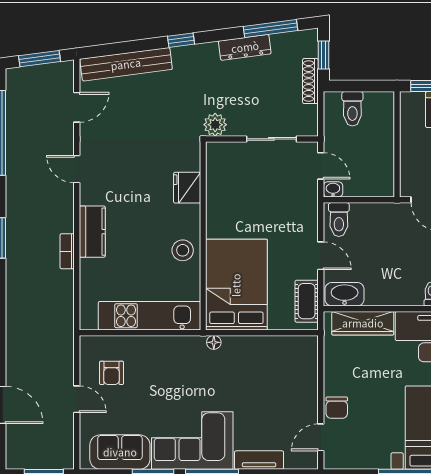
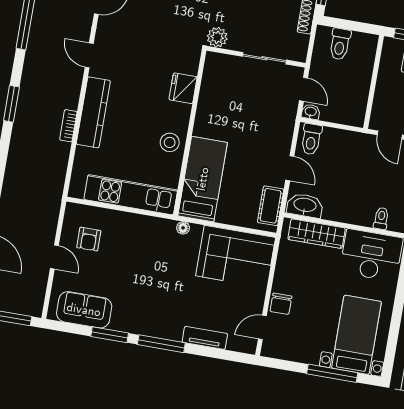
kitchen counter: (92, 232) -> (93, 112), width x1.50
bed: (236, 285) -> (203, 179), width x0.67
corner sofa: (192, 440) -> (236, 257), moved, turned 180

